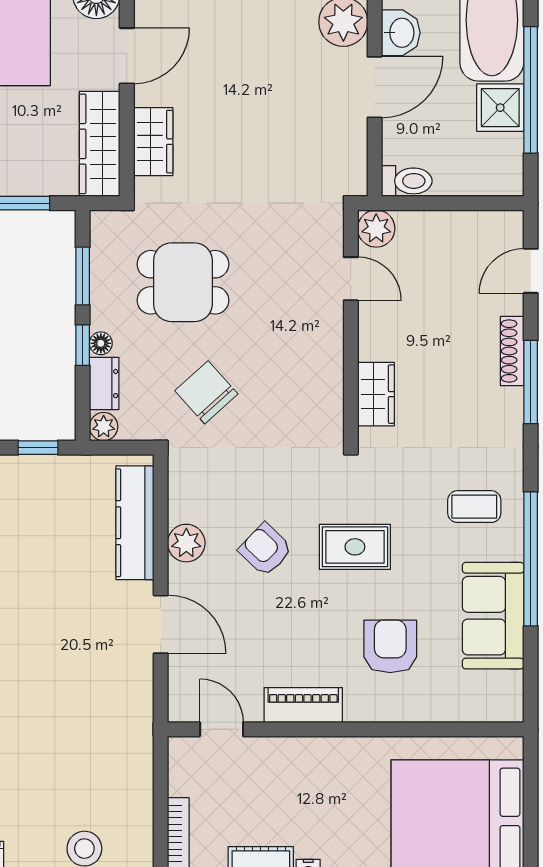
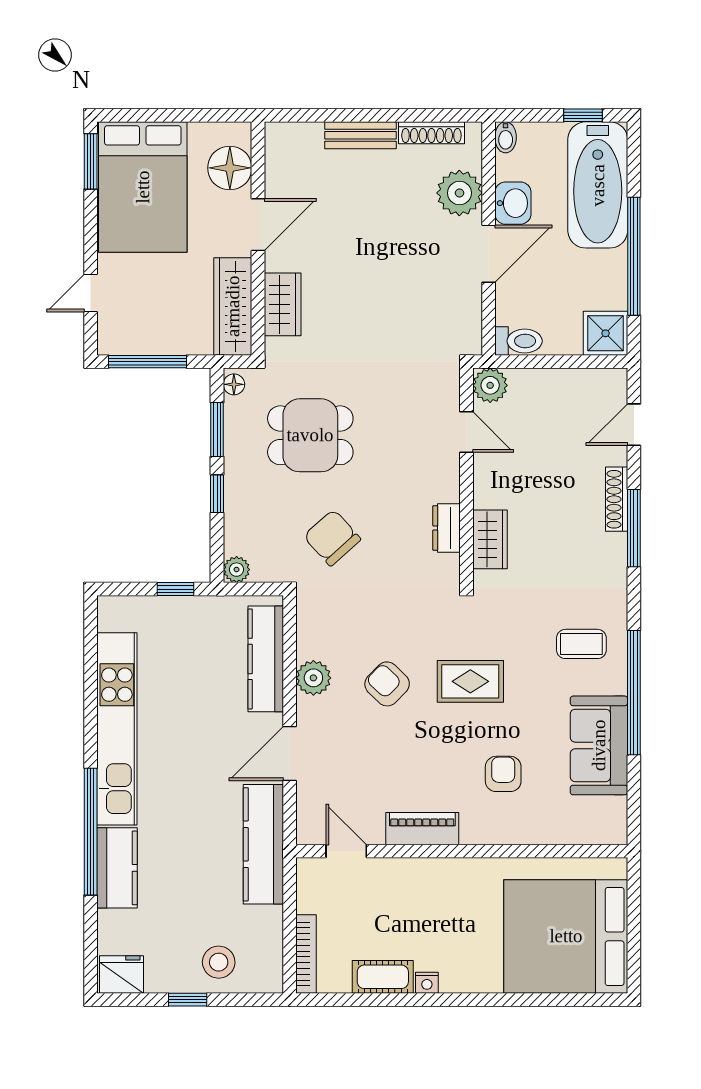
shower: (500, 108) -> (606, 333), moved
floor lamp: (101, 343) -> (234, 384), moved
dresser: (104, 384) -> (447, 528), moved, turned 180
door: (161, 624) -> (290, 753), swing flipped
armchair: (390, 646) -> (503, 774), width x0.72, depth x0.72
kitchen counter: (132, 722) -> (263, 844), added

